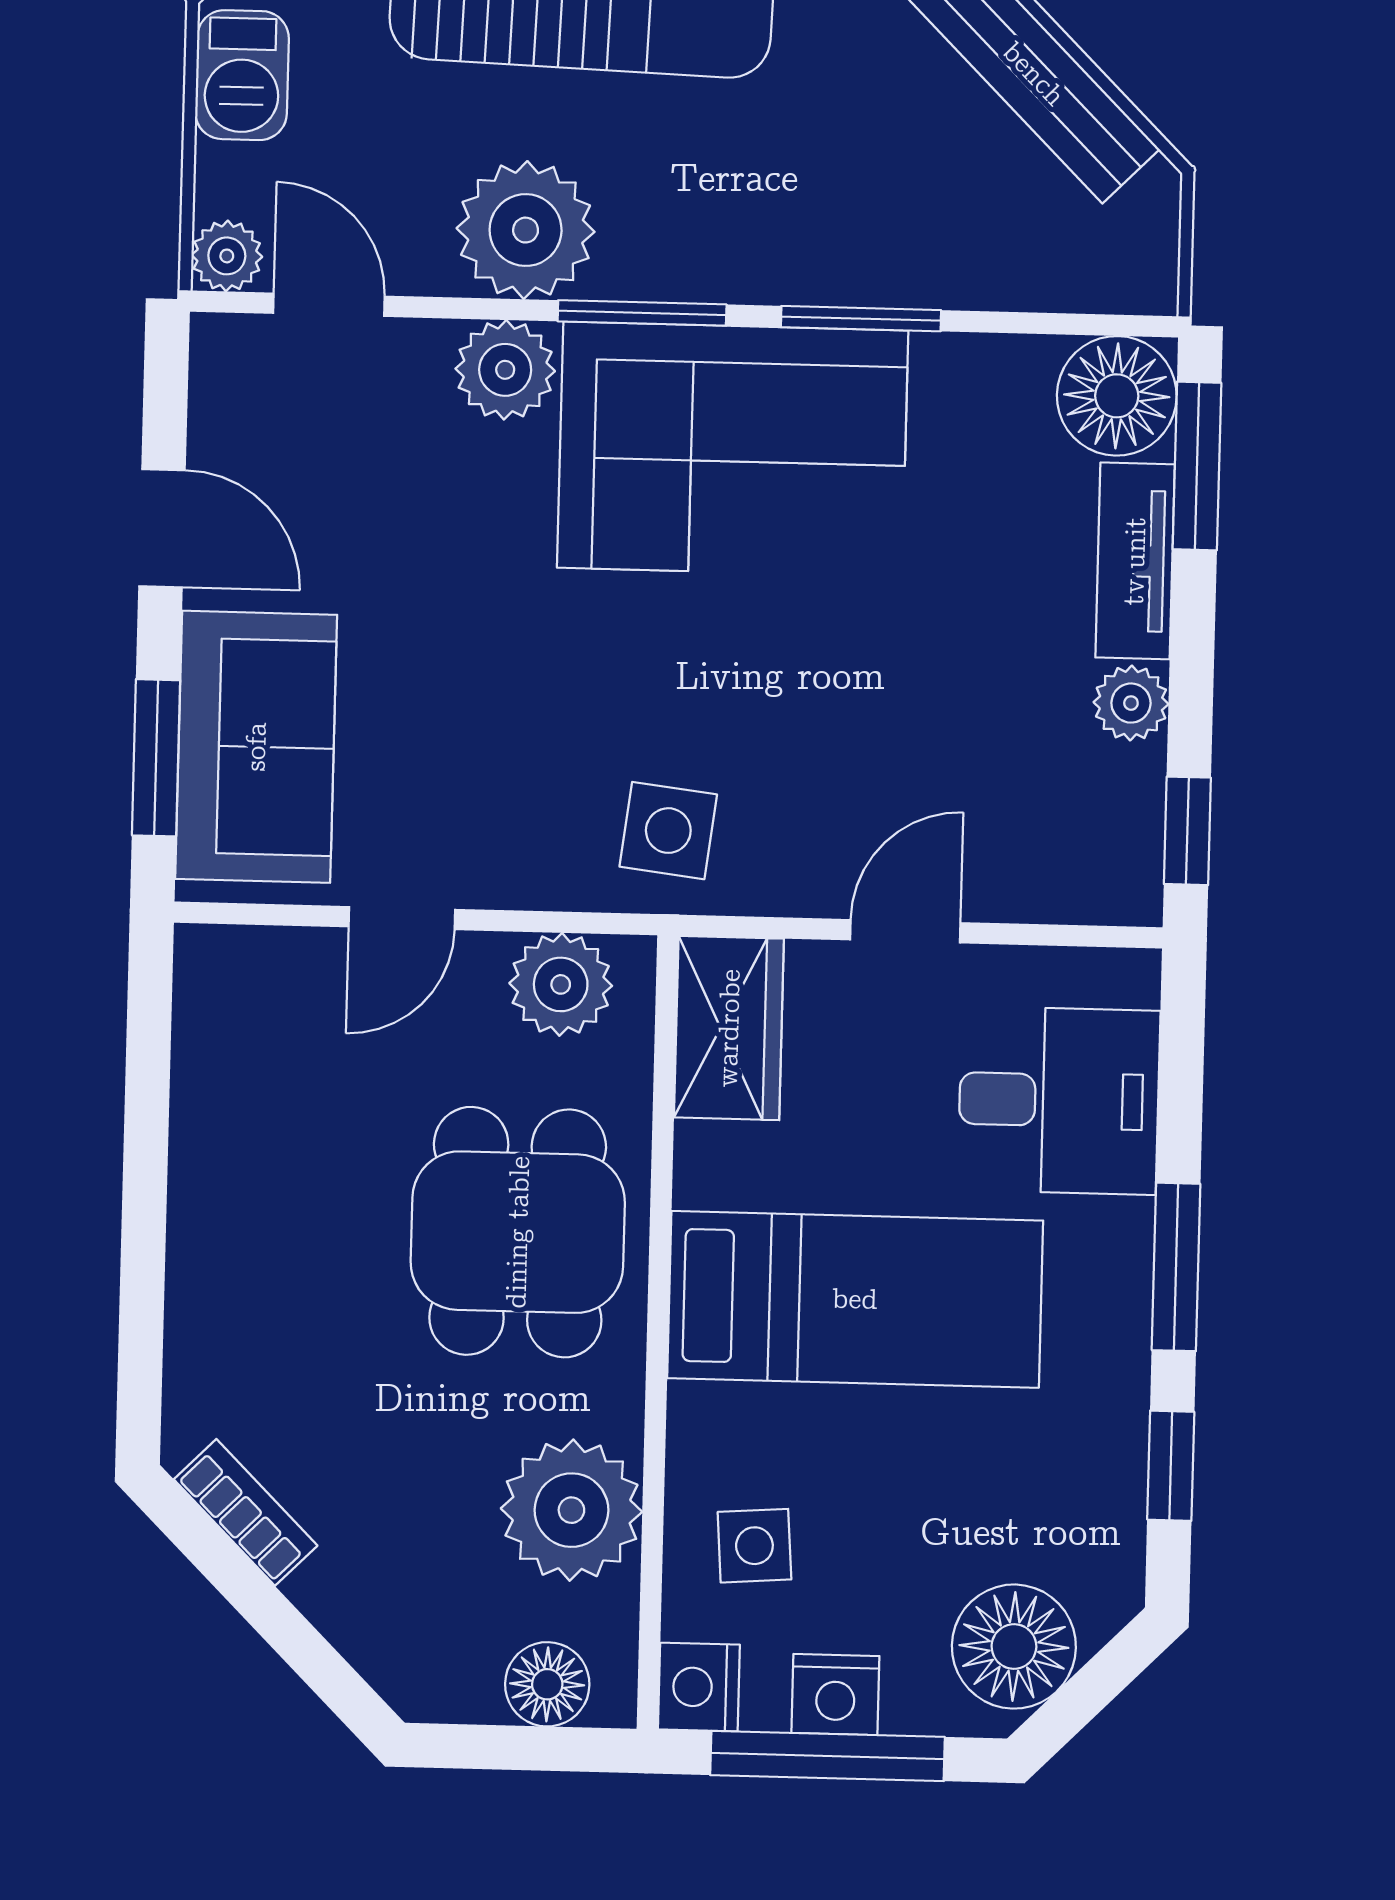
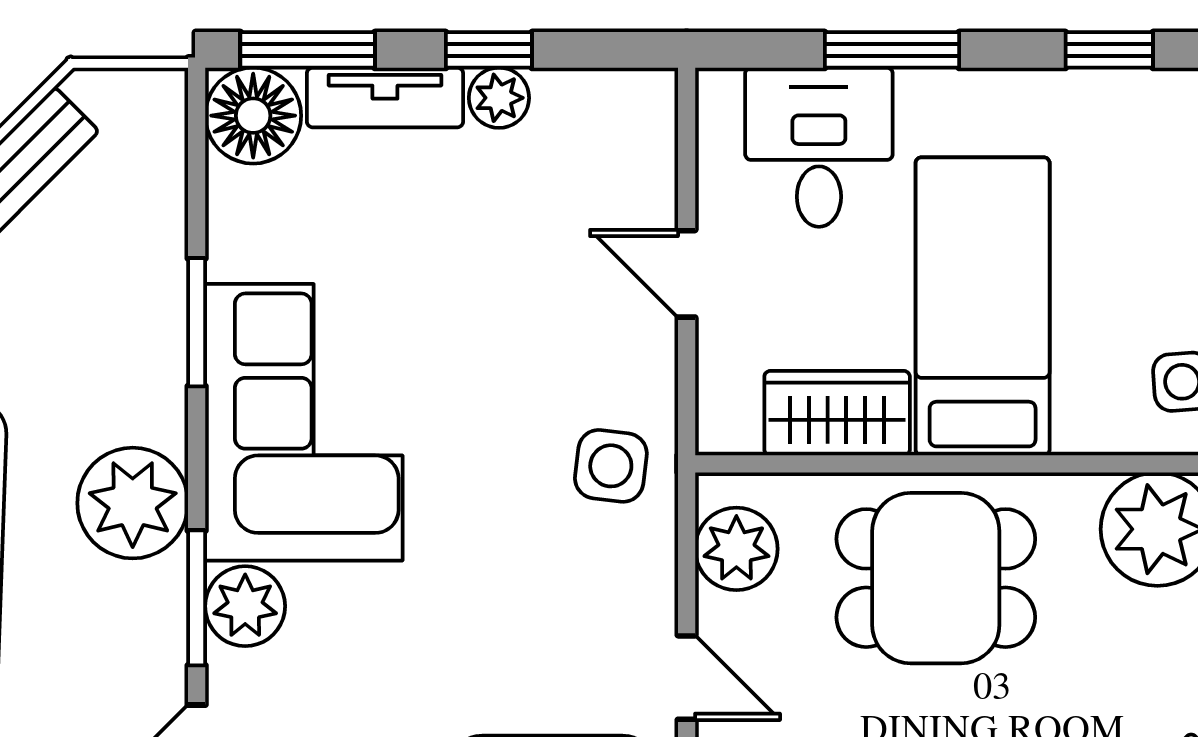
plant: (526, 230) -> (133, 503), moved
window: (642, 313) -> (197, 598), moved
window: (1187, 831) -> (489, 50), moved
wardrobe: (729, 1028) -> (837, 413), moved
window: (1176, 1267) -> (892, 50), moved

